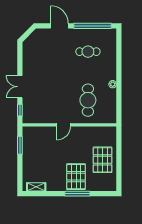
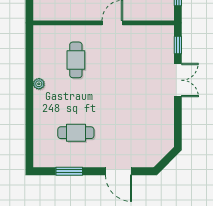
window: (92, 26) -> (69, 171), width x0.47
cafe table: (88, 100) -> (76, 60), width x0.73, depth x0.74

